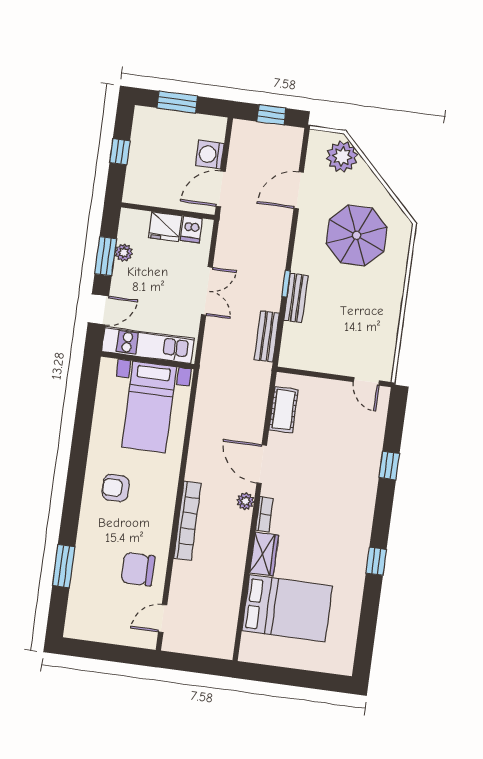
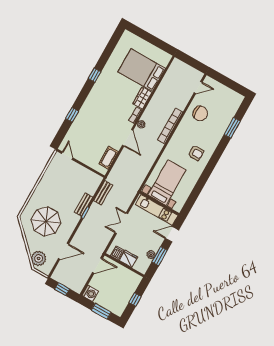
washing machine: (210, 154) -> (90, 293), moved

